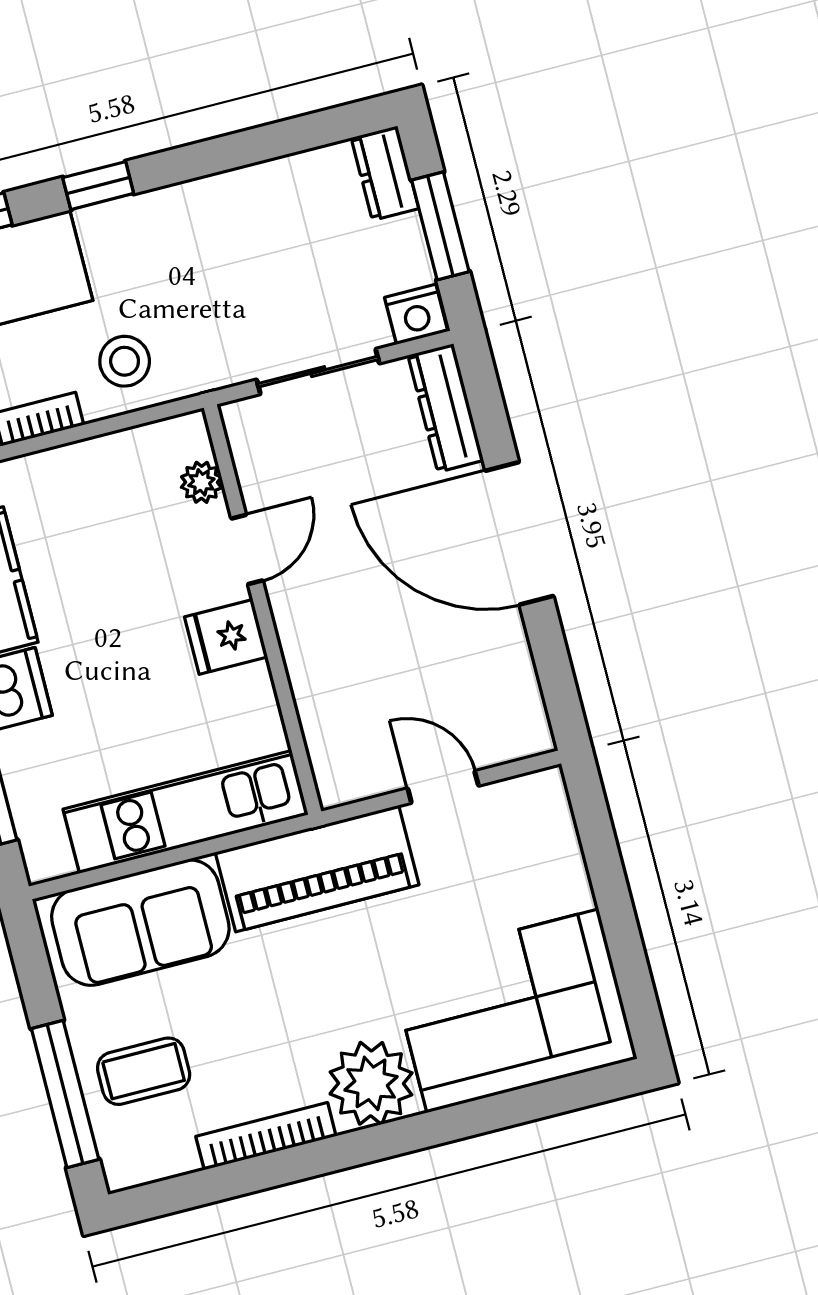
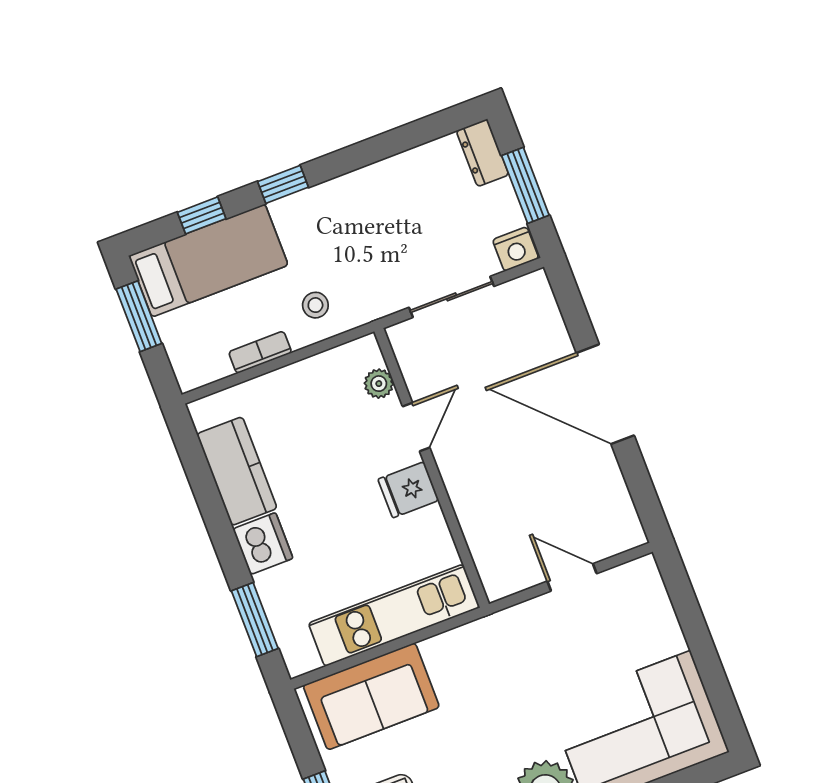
stool: (125, 361) -> (315, 305), width x0.73, depth x0.73
dresser: (446, 408) -> (544, 312), removed
piano: (317, 869) -> (490, 644), removed

